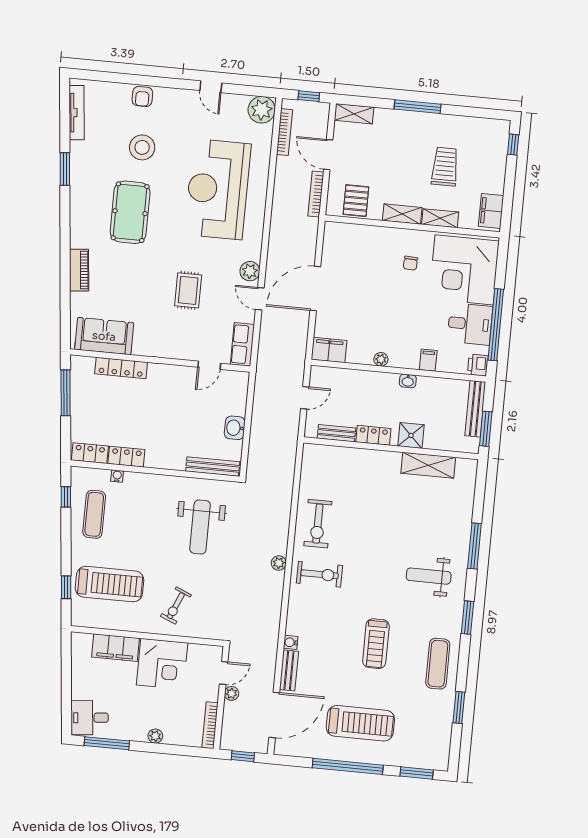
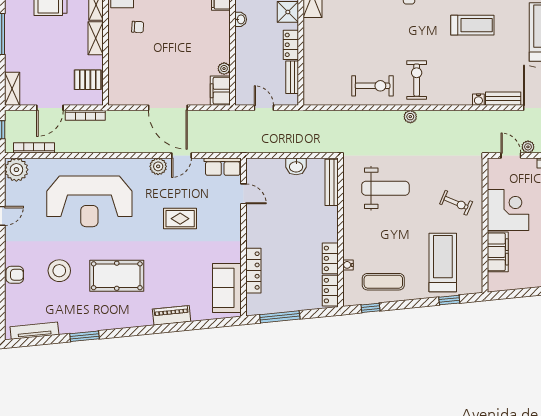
plant: (381, 359) -> (224, 69), moved

